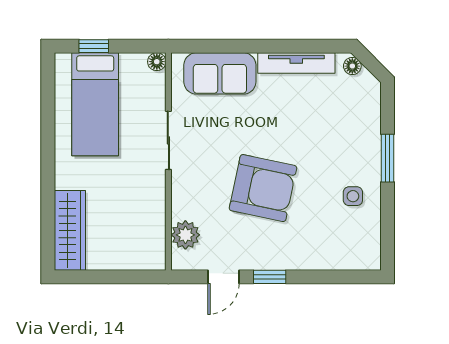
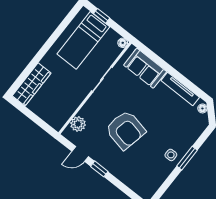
side table: (353, 196) -> (171, 155), moved

